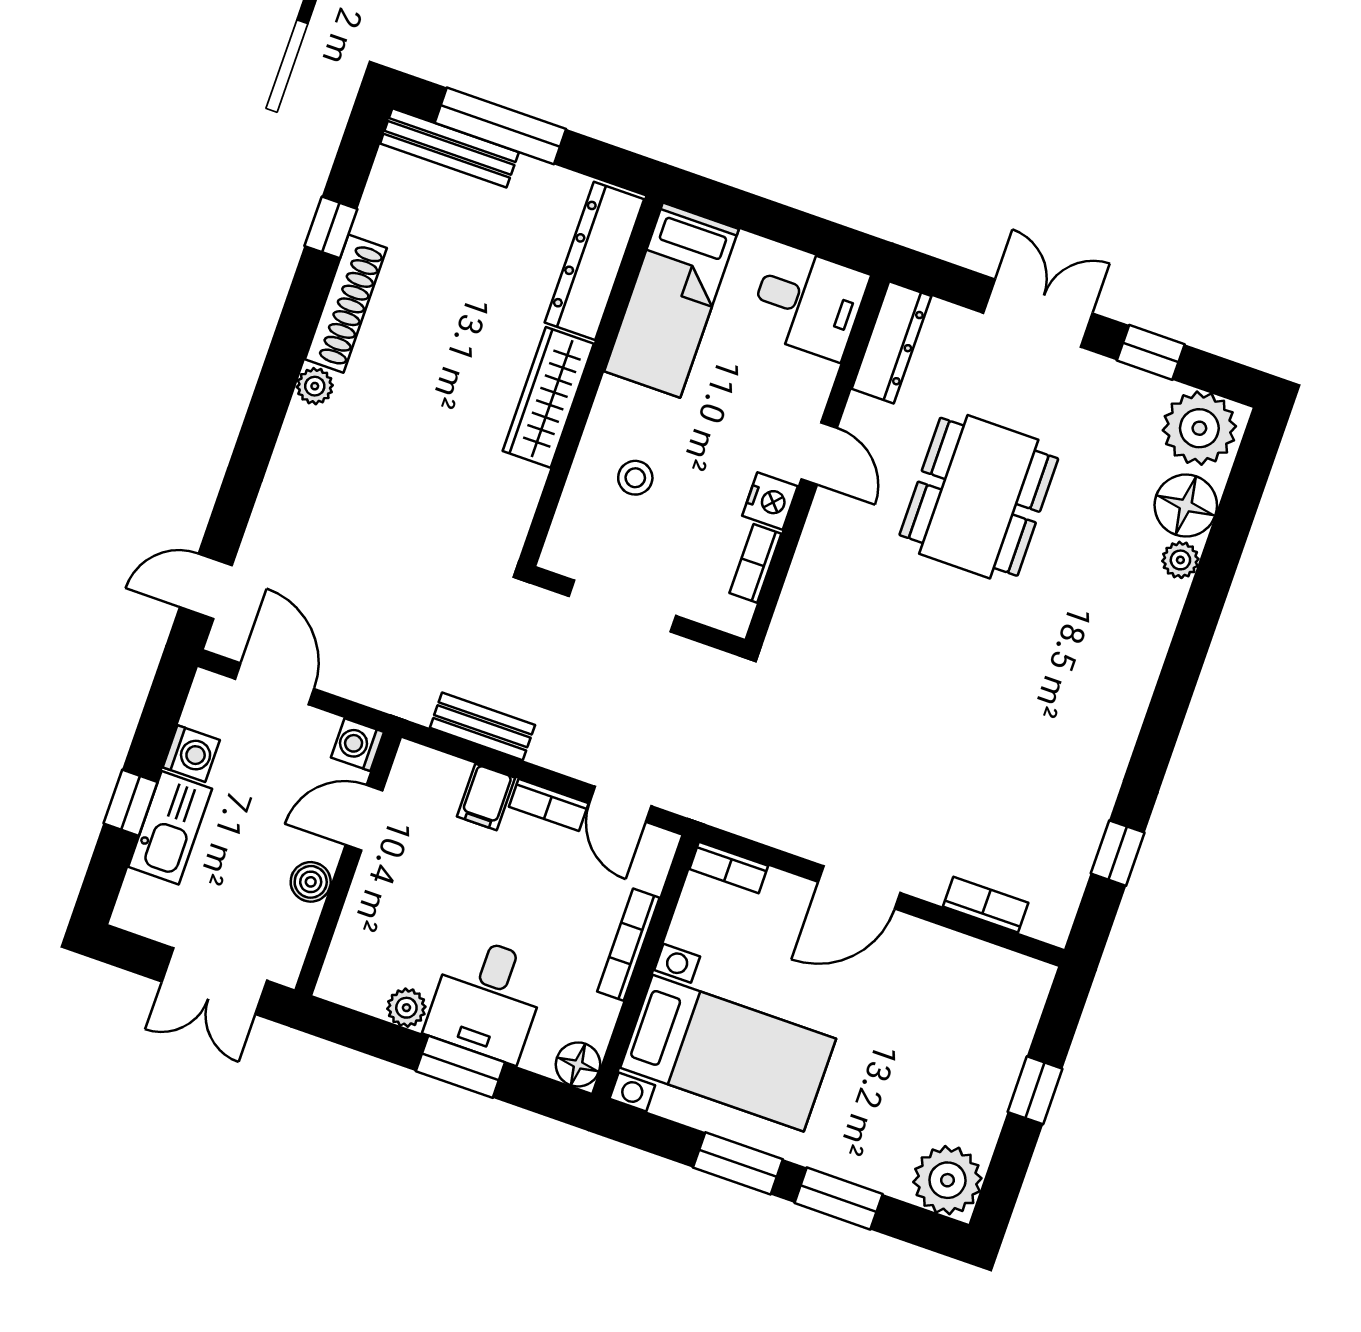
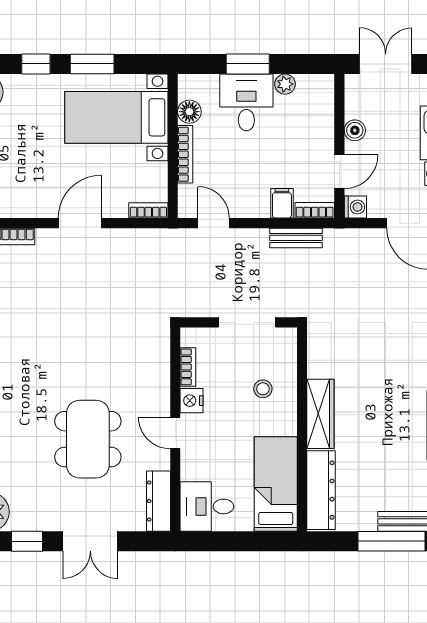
bookcase: (549, 805) -> (315, 210), moved
floor lamp: (578, 1064) -> (189, 112), moved
window: (839, 1198) -> (36, 64), width x0.67

